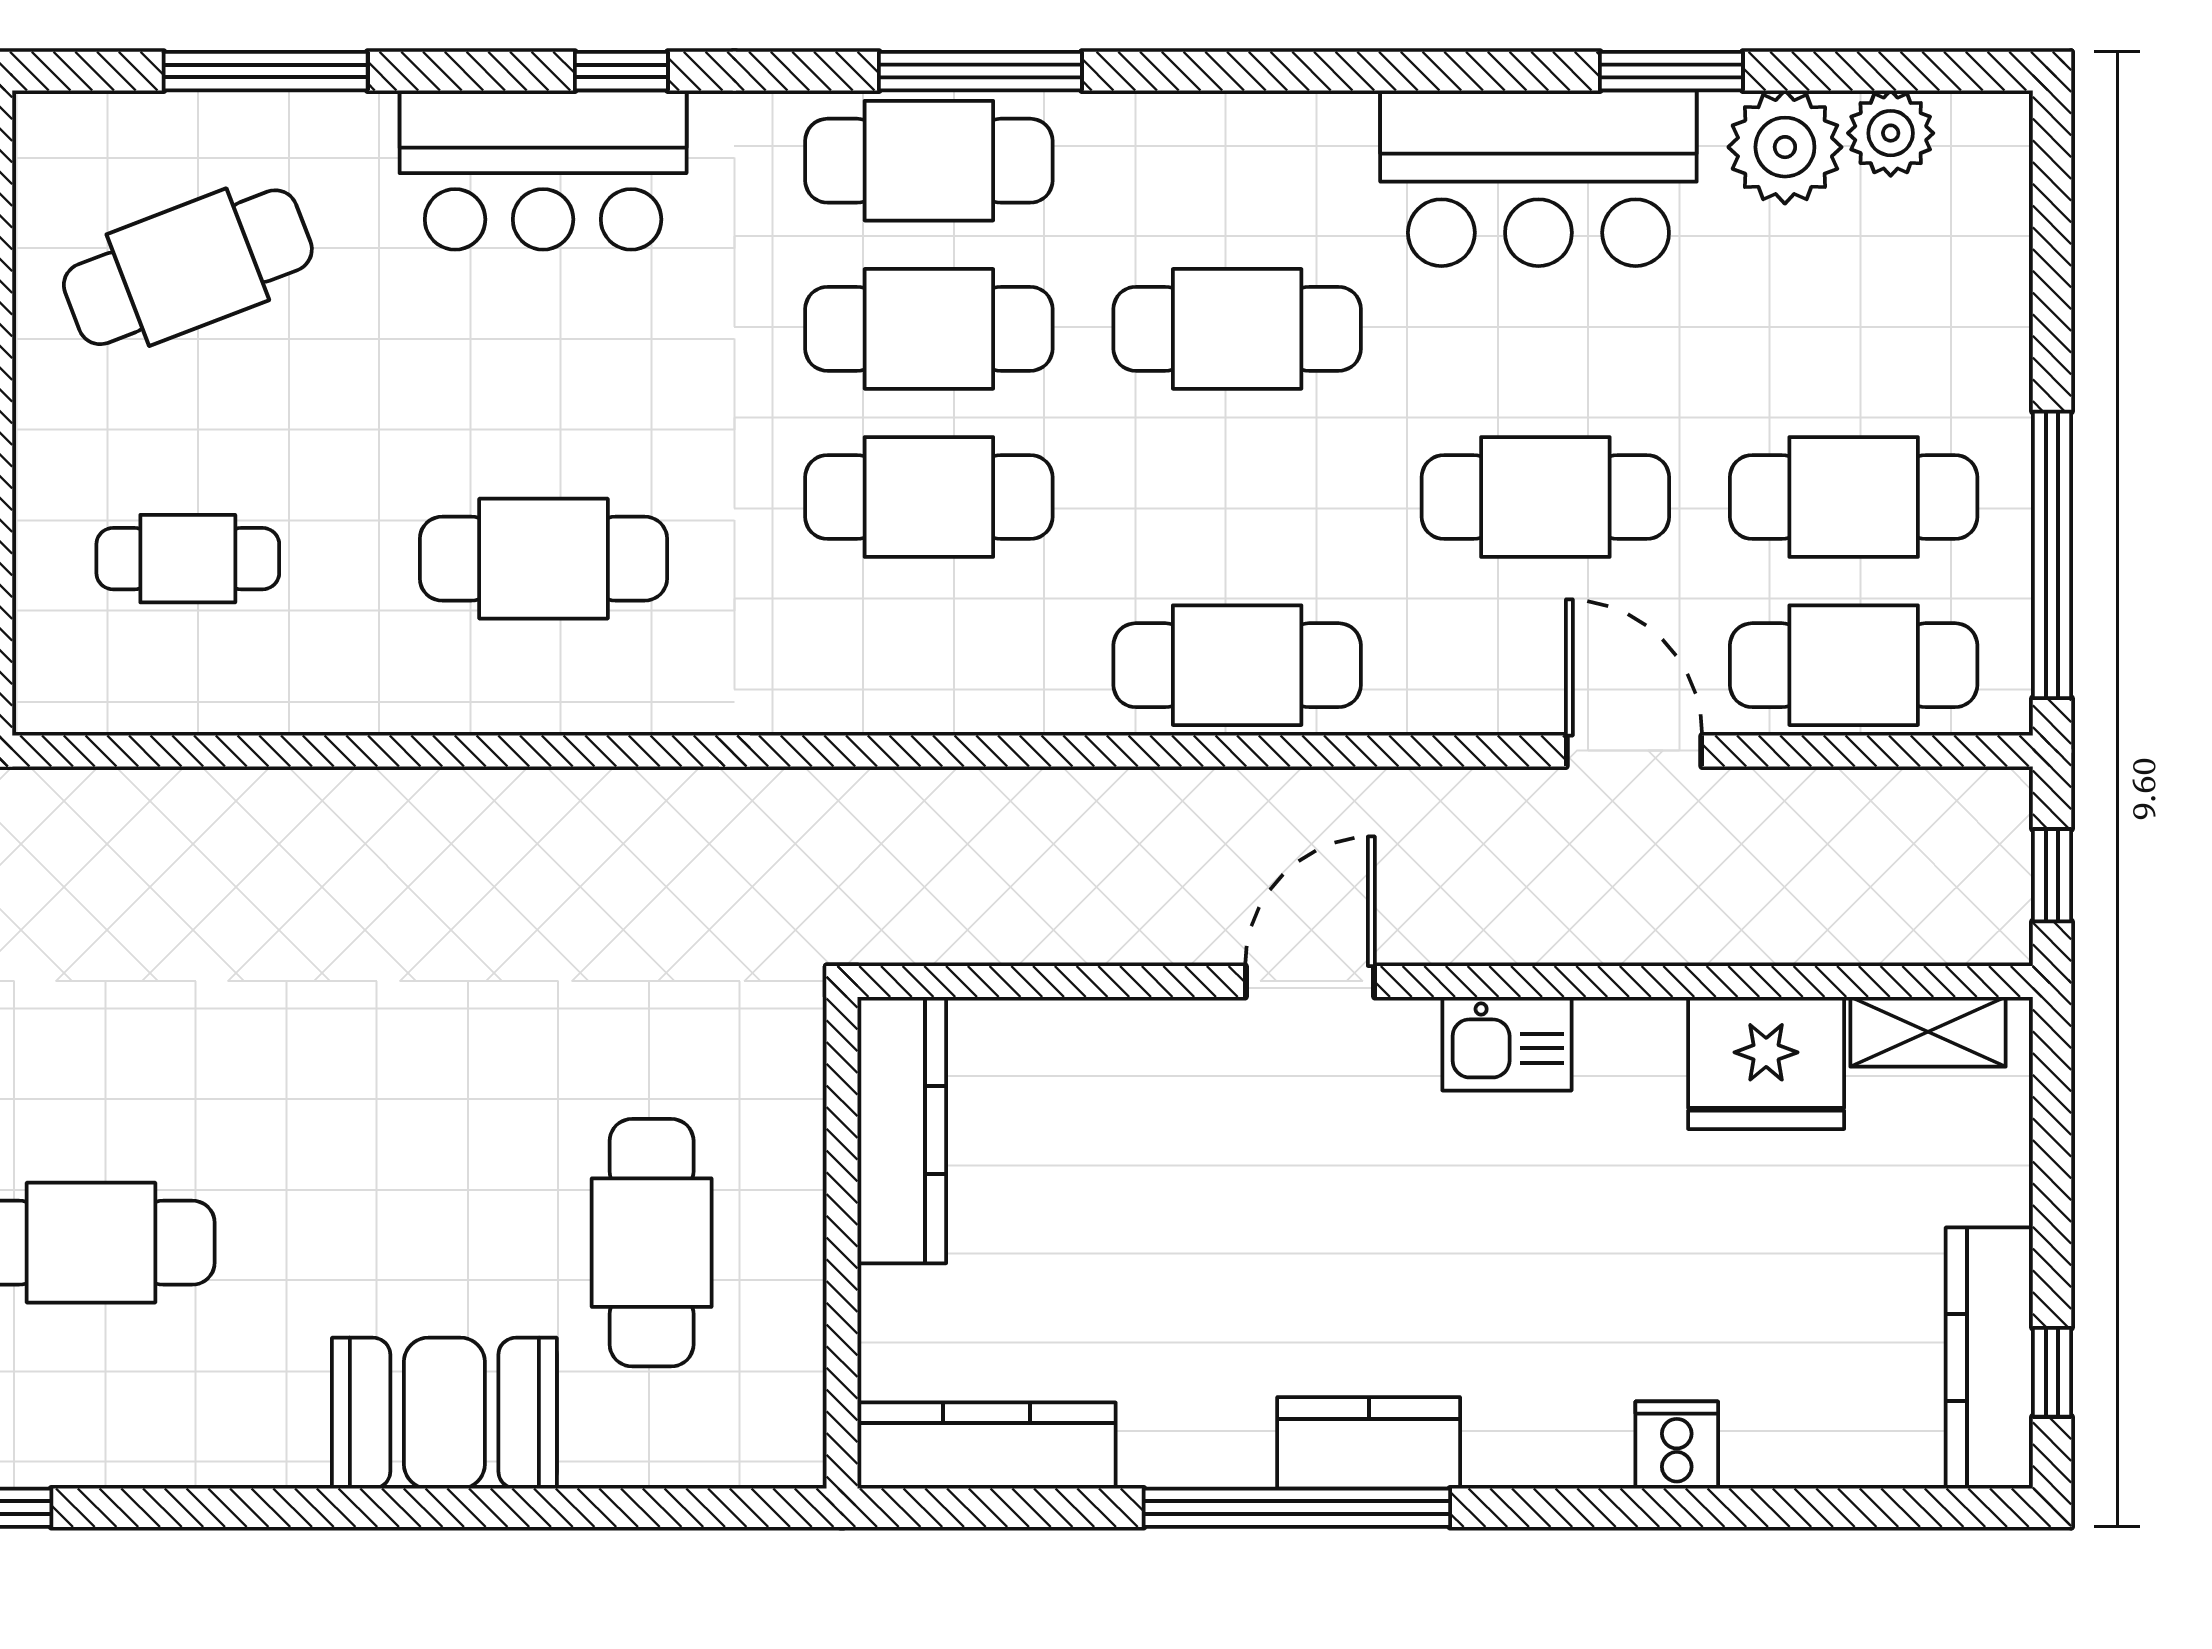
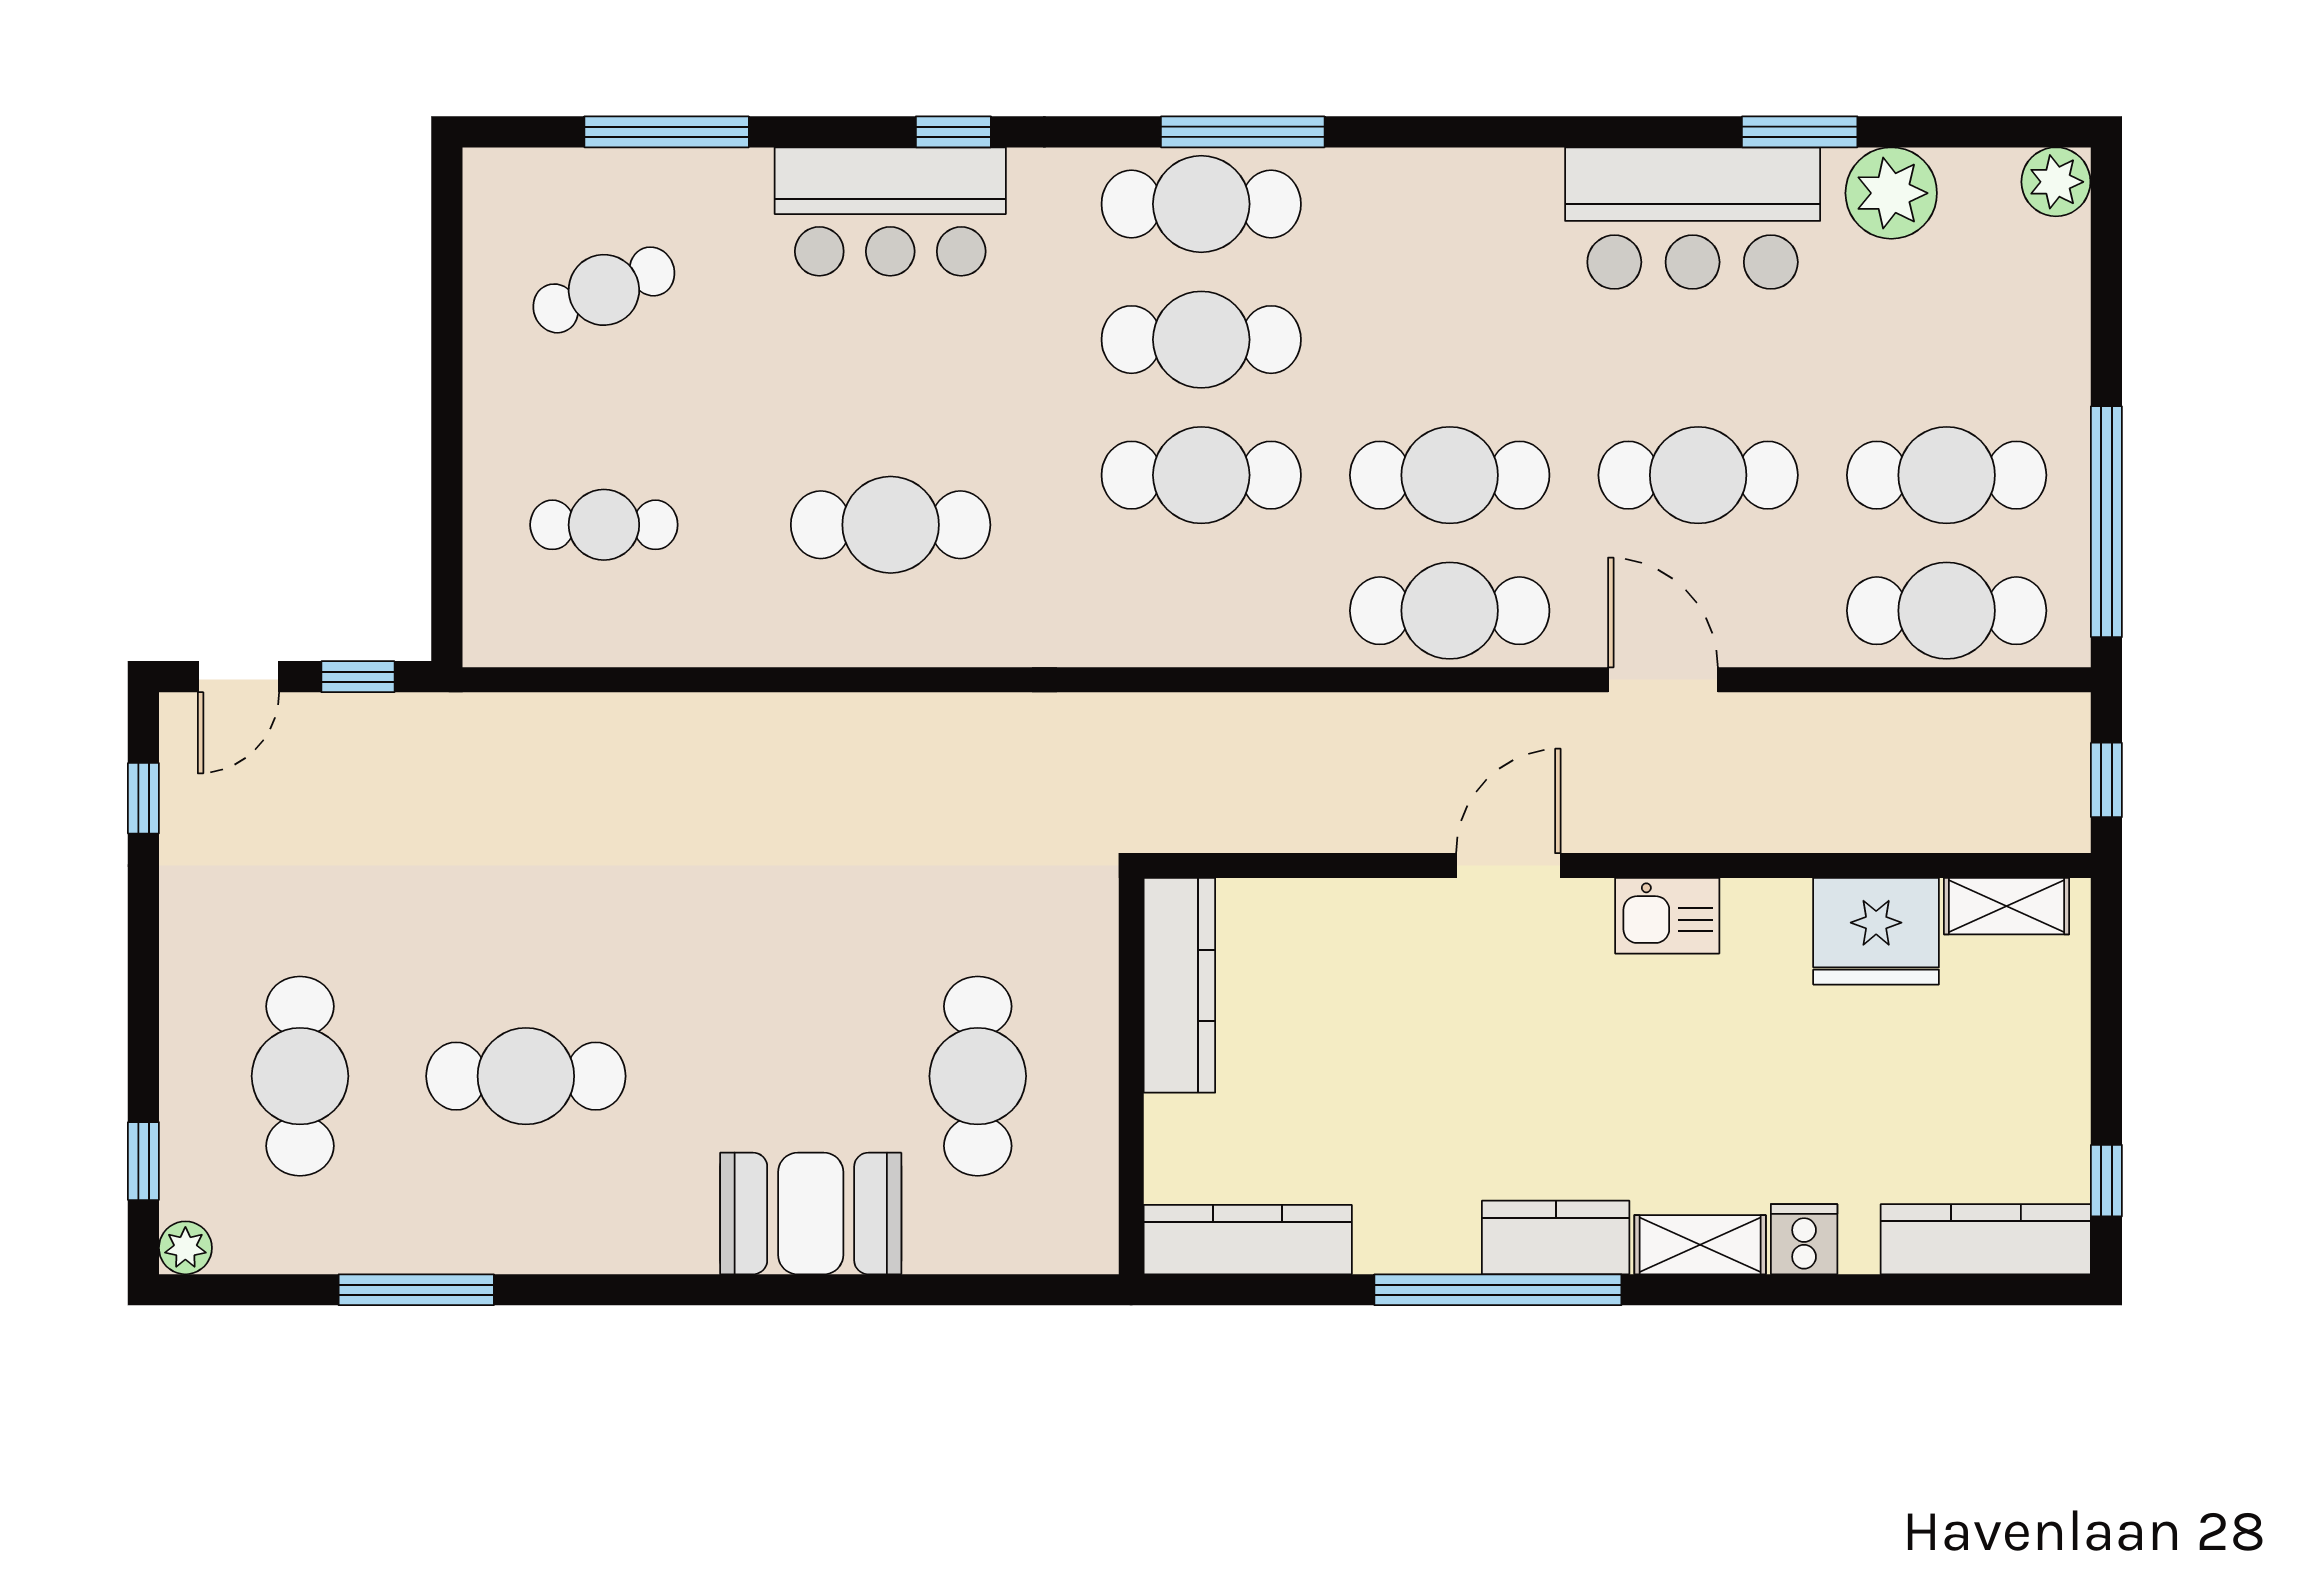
plant: (1891, 133) -> (2056, 182), moved
cafe table: (188, 267) -> (604, 290), width x0.73, depth x0.74
cafe table: (1237, 329) -> (1450, 475), moved
door: (1634, 751) -> (1663, 680), moved
kitchen counter: (1989, 1358) -> (1986, 1239), moved, turned 90
shelving: (1548, 1452) -> (1700, 1245), added

